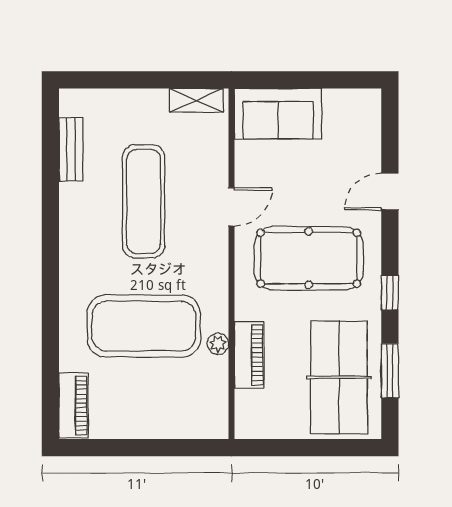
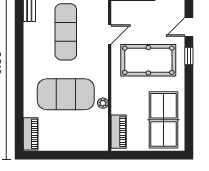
window: (390, 293) -> (189, 56), moved
piano: (249, 355) -> (119, 132), moved
window: (390, 371) -> (189, 117), removed

